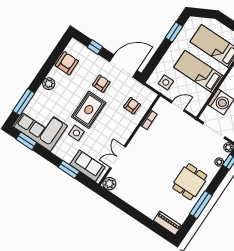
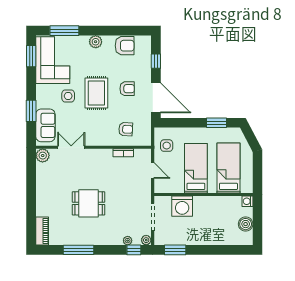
rug: (89, 110) -> (96, 93), turned 90
dining table: (190, 182) -> (89, 203), moved

